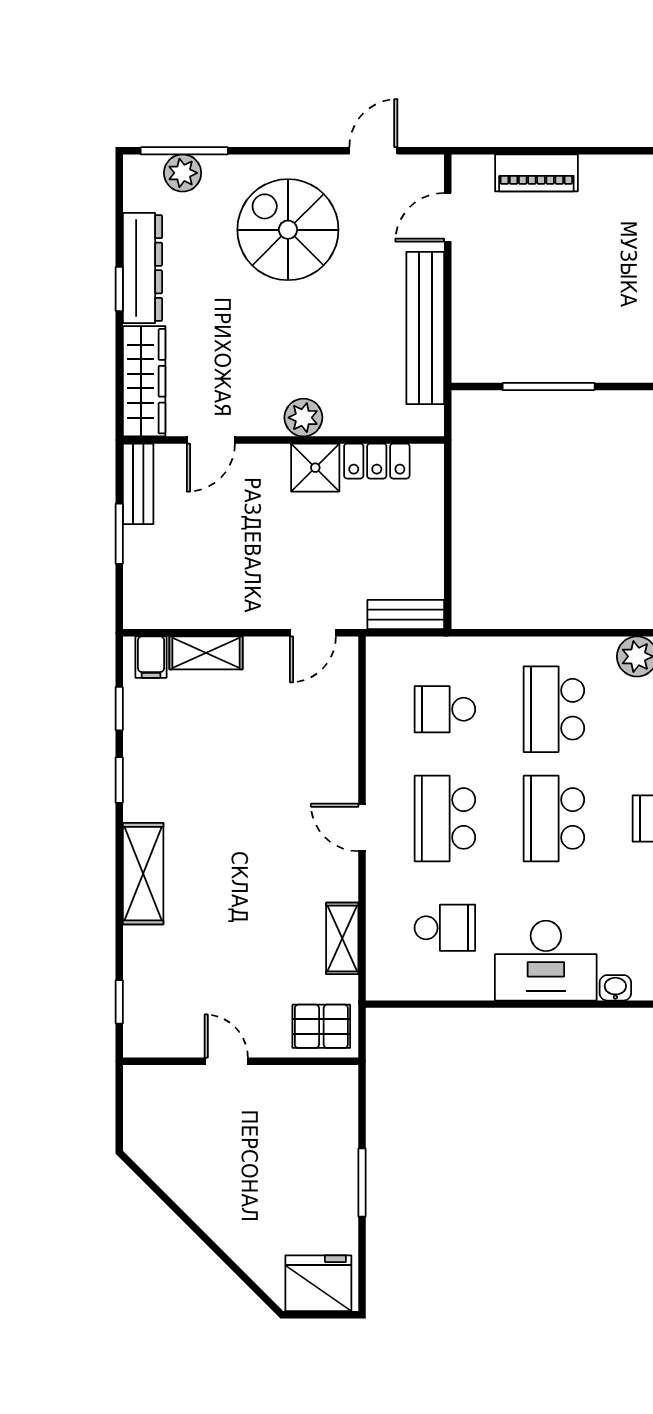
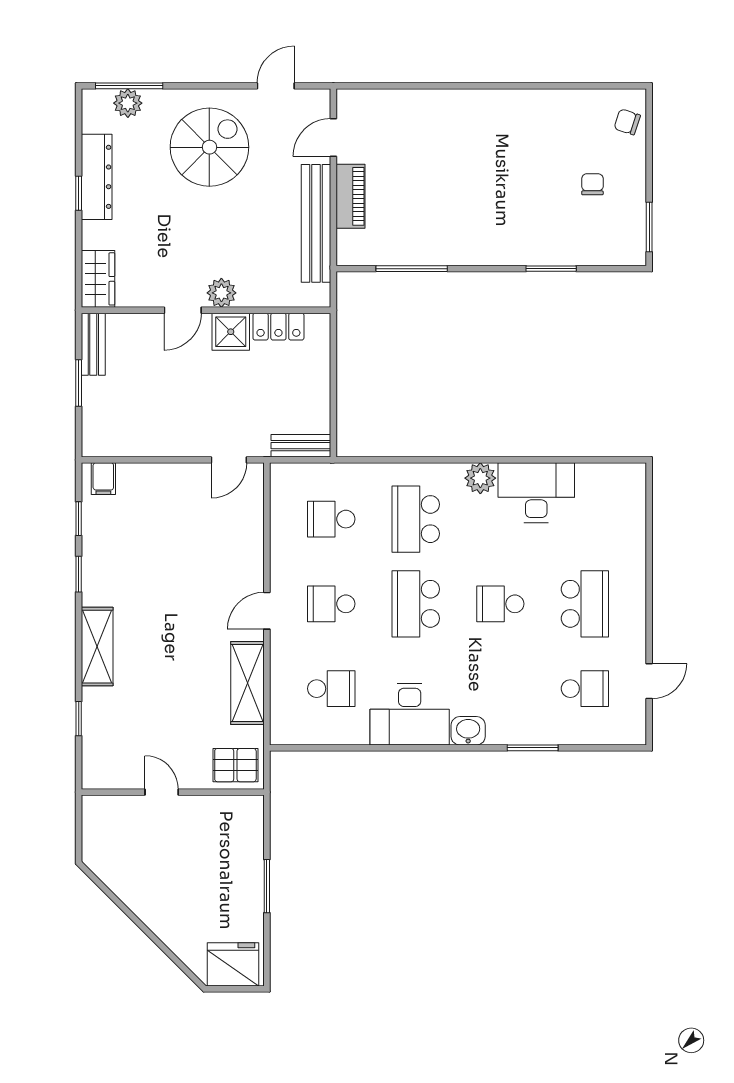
piano: (536, 173) -> (351, 196), moved, turned -90
spiral stairs: (288, 230) -> (209, 147), turned 90
wardrobe: (144, 381) -> (98, 279), width x0.67
door: (211, 440) -> (183, 310), moved
shelving: (206, 653) -> (146, 475), removed
school desk: (445, 818) -> (331, 604), width x0.54
door: (362, 827) -> (267, 611), hinge flipped
shelving: (342, 938) -> (248, 683), width x1.50, depth x1.33
washbasin: (615, 988) -> (468, 731), width x1.38, depth x1.45
window: (119, 1002) -> (79, 719), moved

